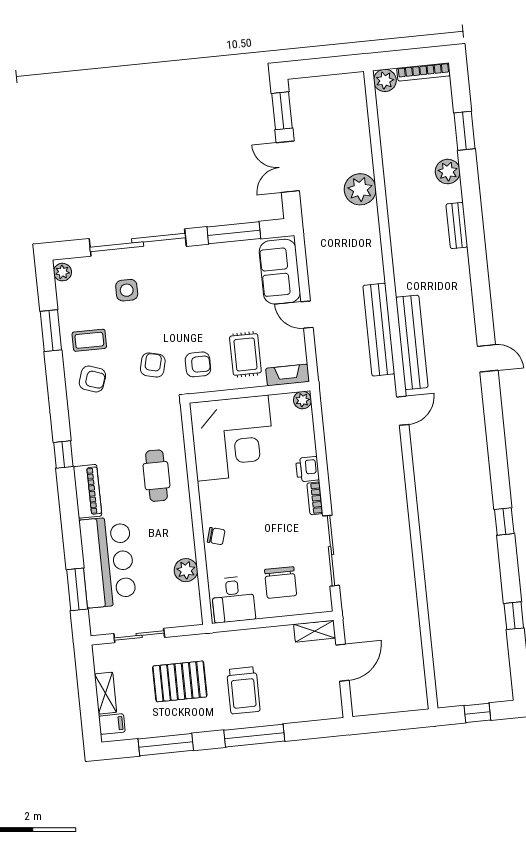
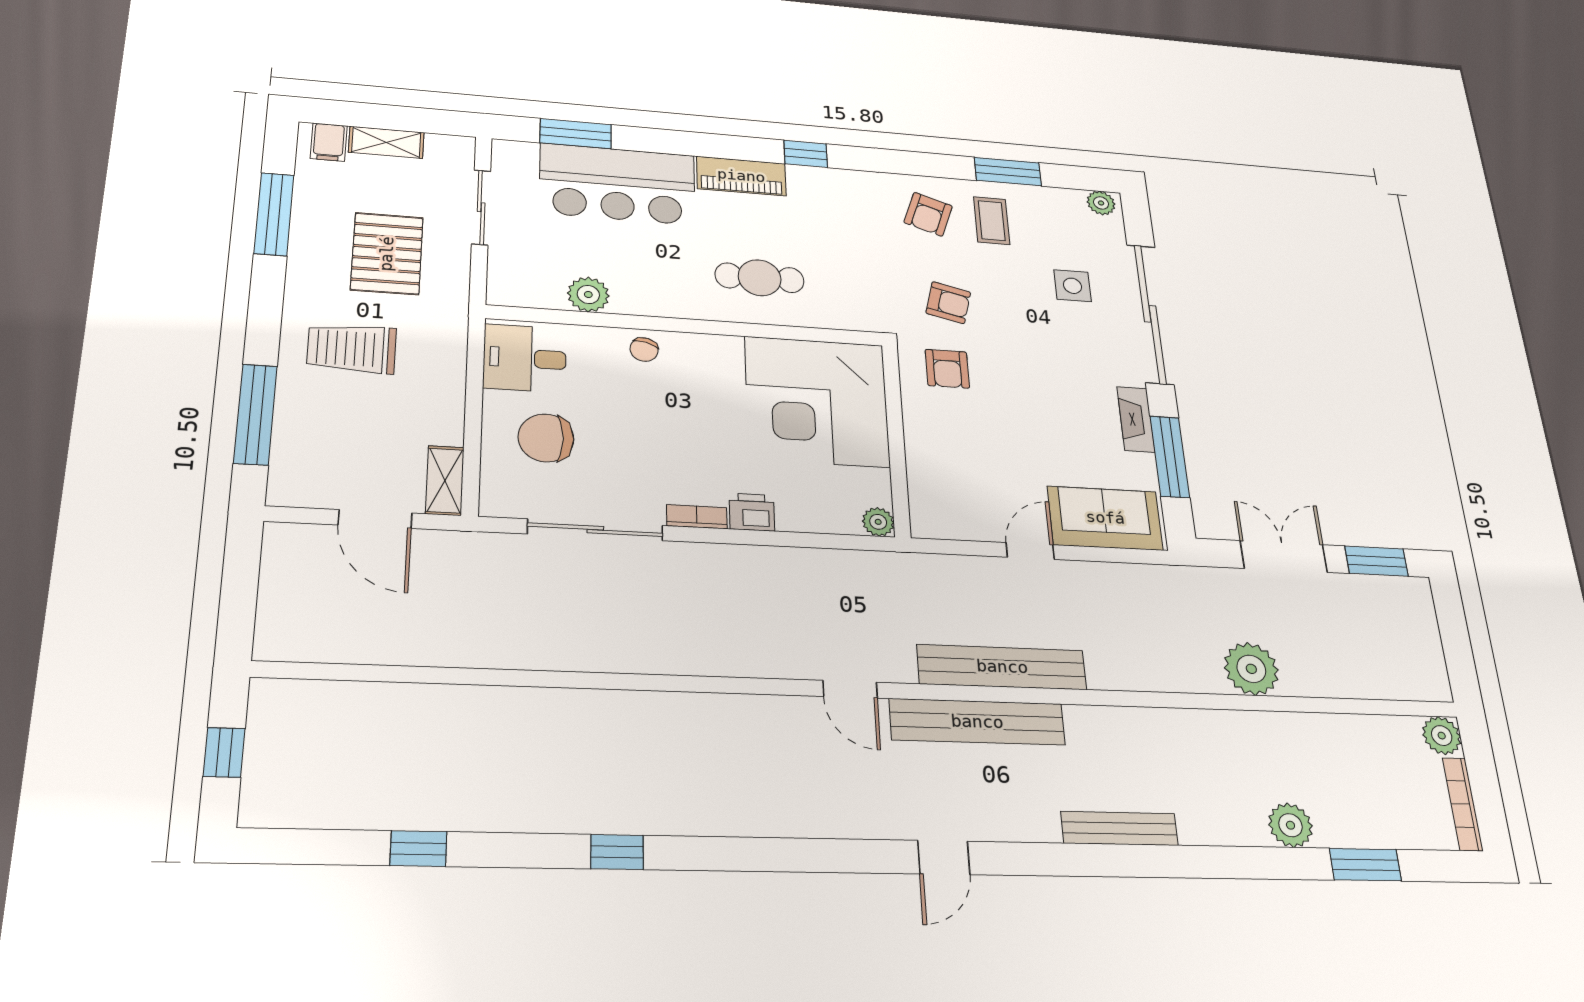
bench: (457, 225) -> (1119, 828), moved, width x1.36
rug: (245, 354) -> (962, 443), removed
fireplace: (288, 375) -> (1136, 419), moved, turned 180
window: (254, 736) -> (255, 414), moved

